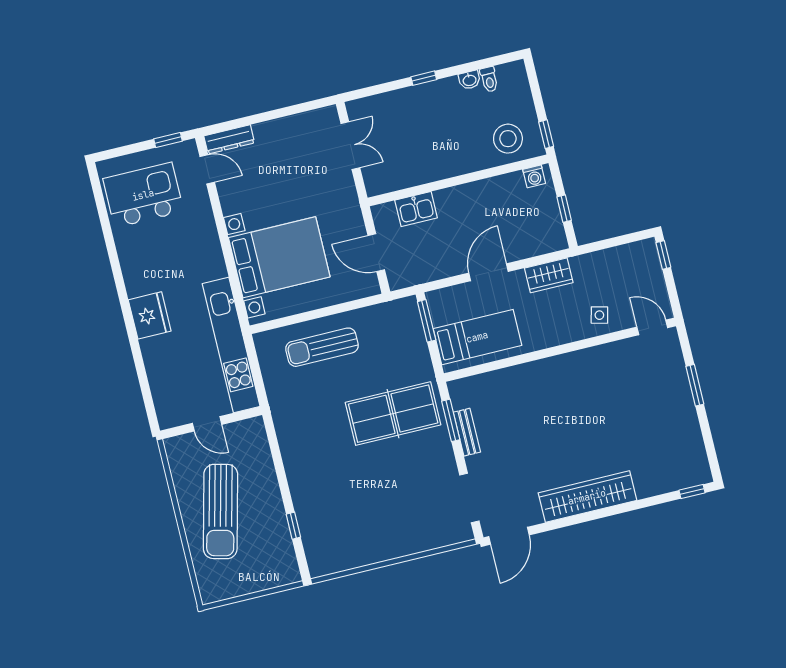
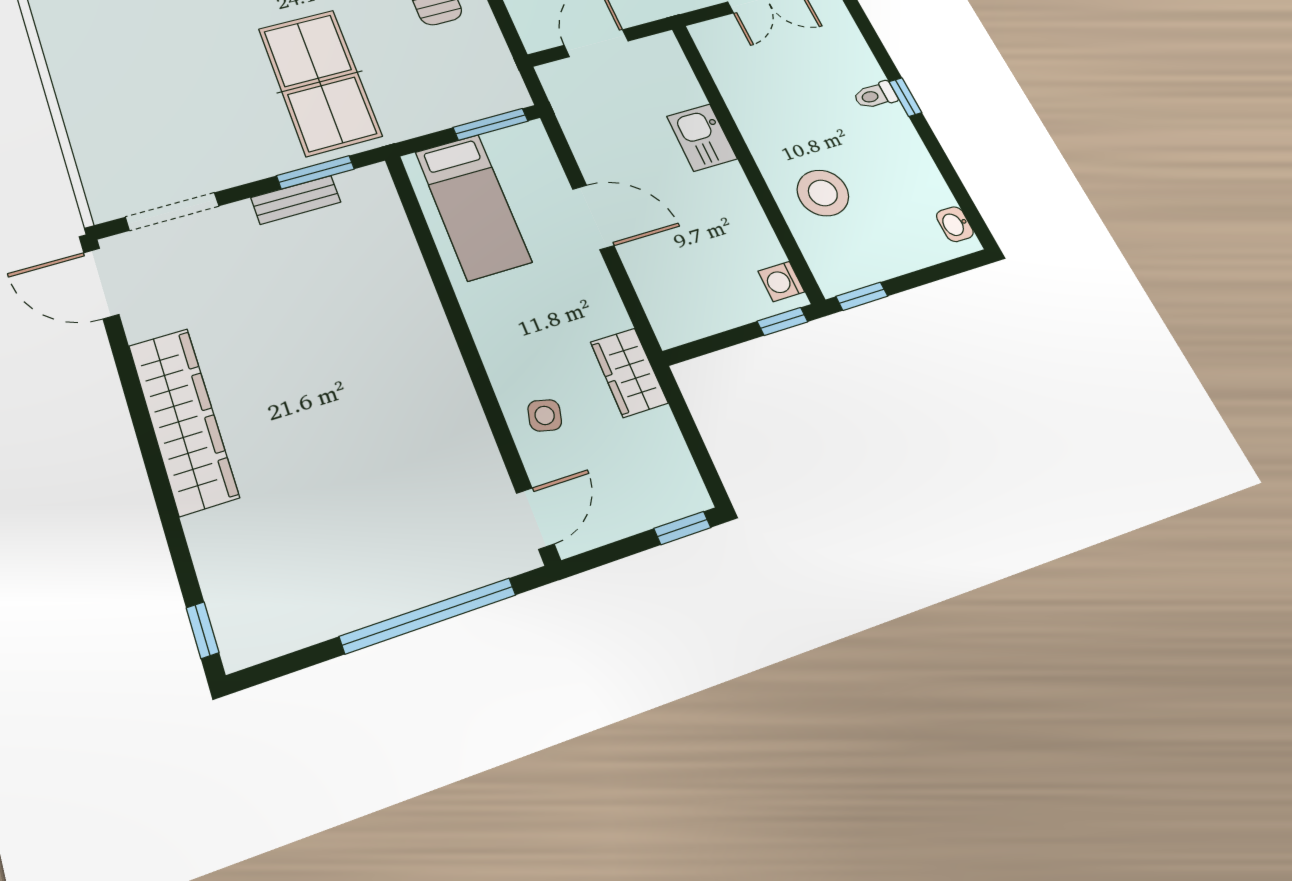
toilet: (489, 79) -> (875, 95), moved
washbasin: (469, 80) -> (955, 224), moved
stool: (508, 139) -> (823, 193), moved
kitchen sink: (416, 209) -> (702, 137), moved
window: (564, 209) -> (782, 321), moved
wardrobe: (549, 275) -> (629, 373), moved
window: (695, 385) -> (428, 616), width x2.11

